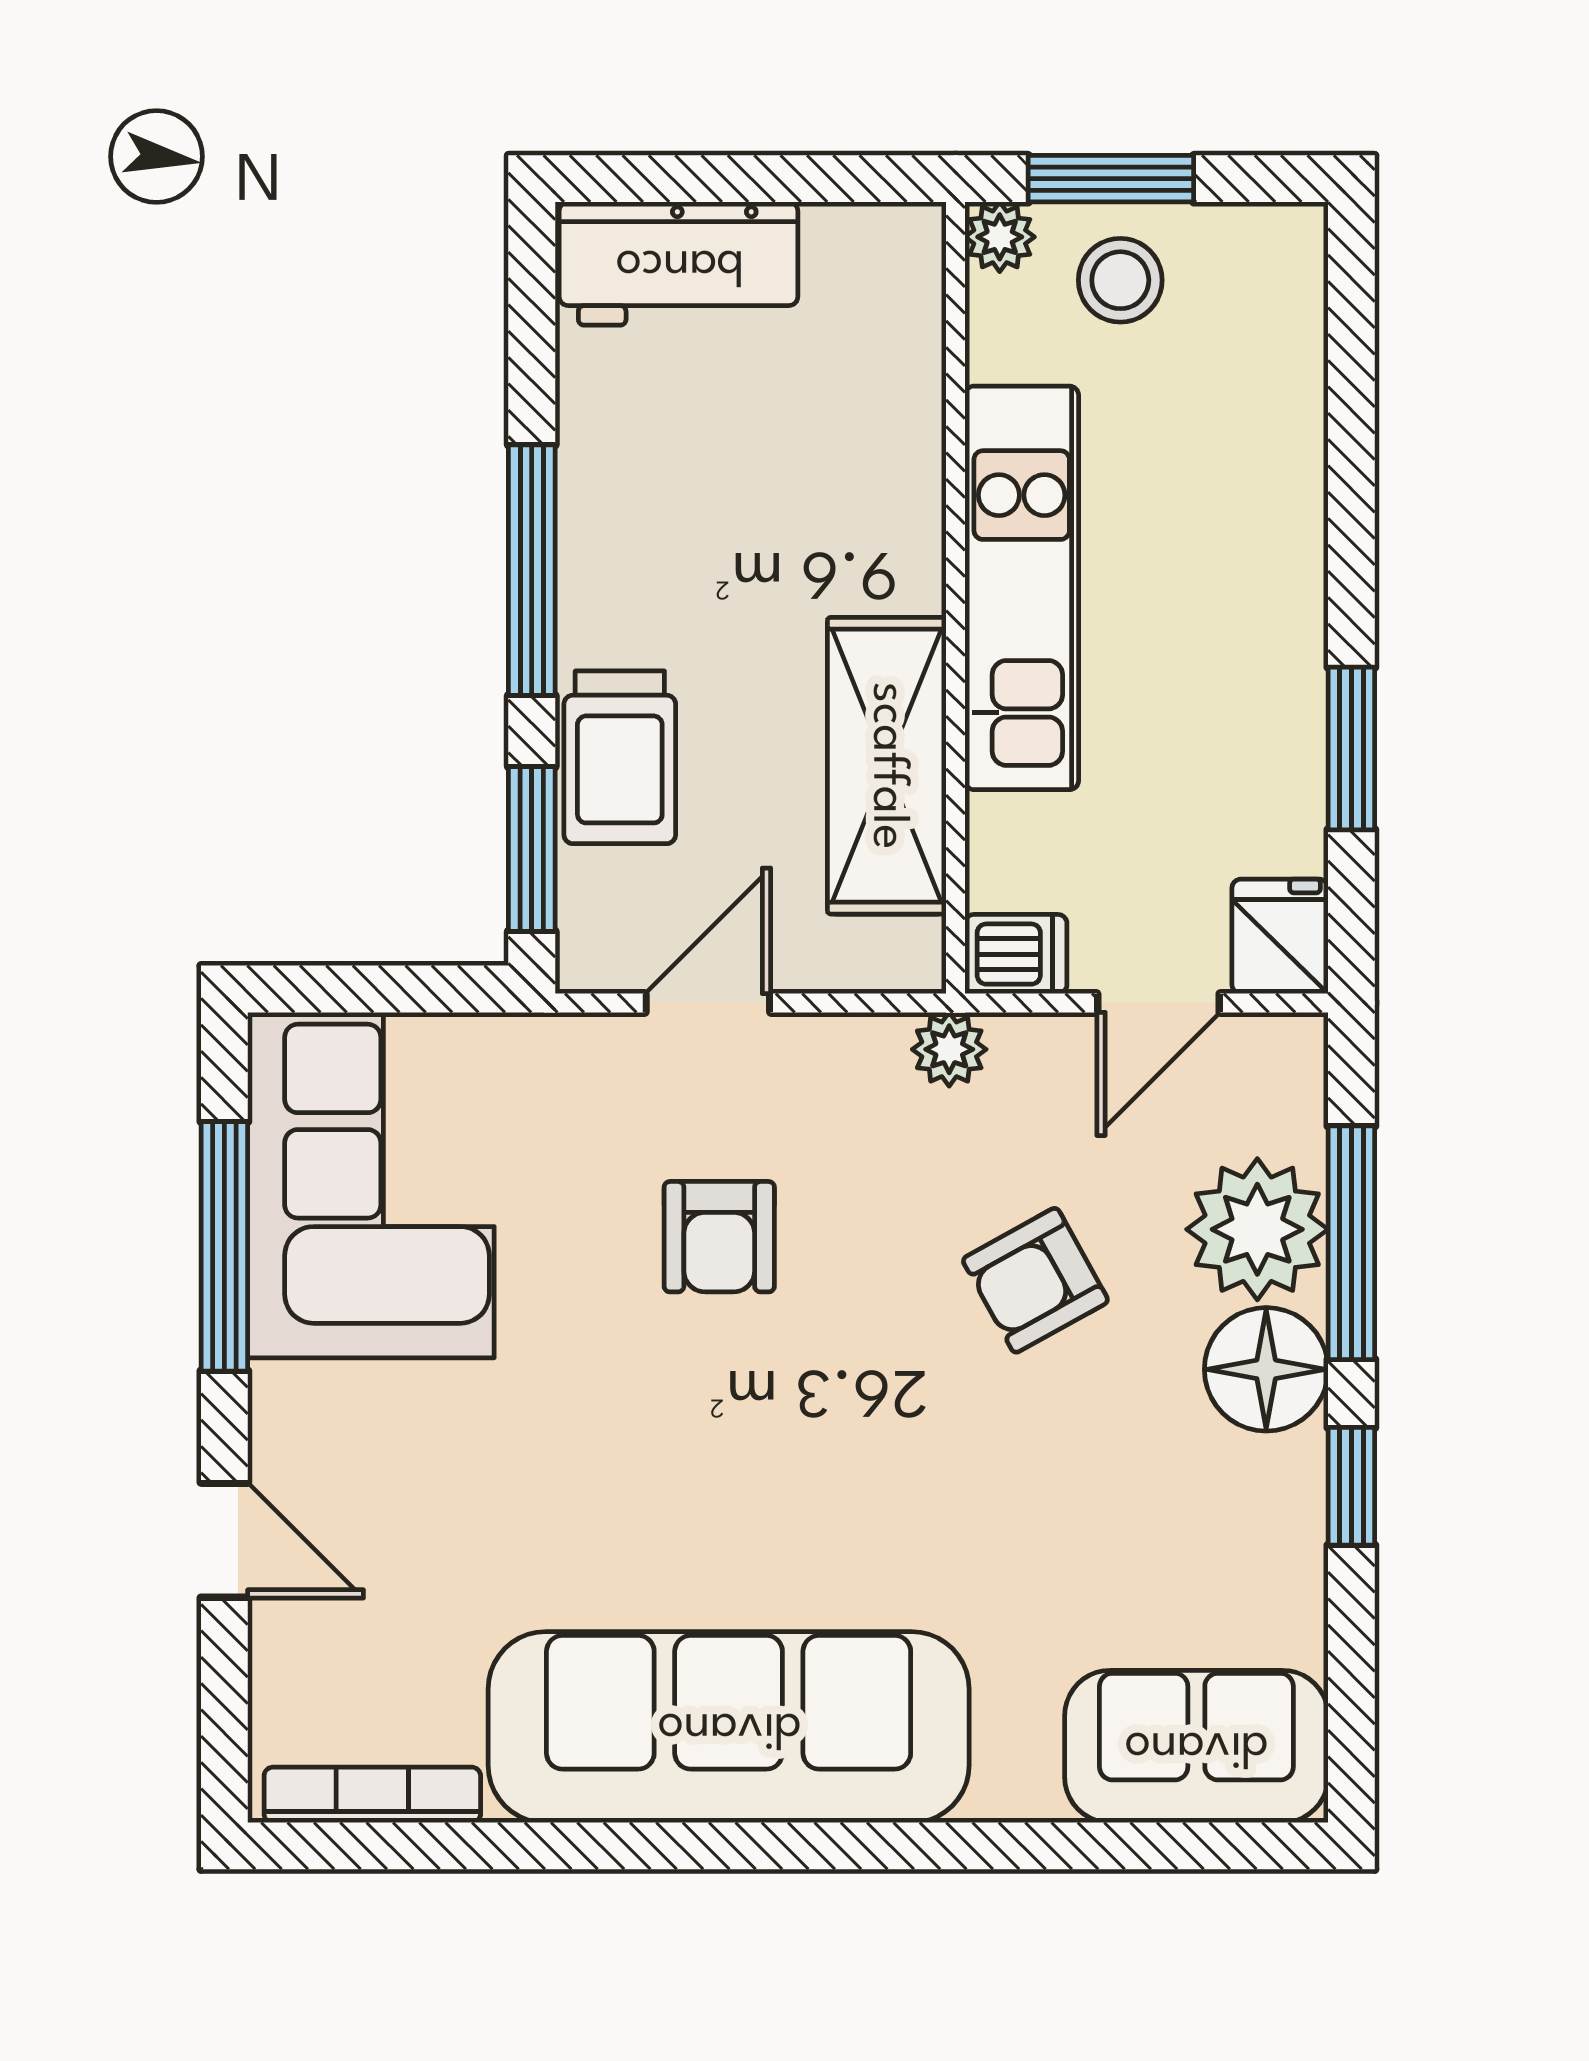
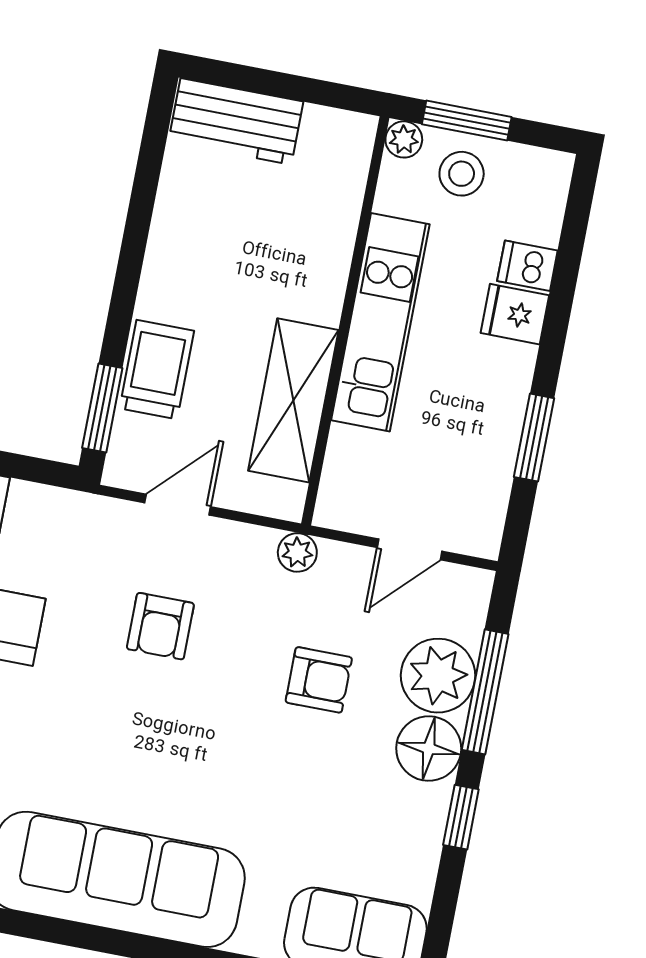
window: (532, 570) -> (130, 265), removed
trolley: (620, 757) -> (157, 370), turned 180
fridge: (1280, 936) -> (515, 314), moved, turned -90
dishwasher: (1016, 954) -> (527, 266), moved, turned 180
armchair: (1035, 1280) -> (319, 680), turned -151

